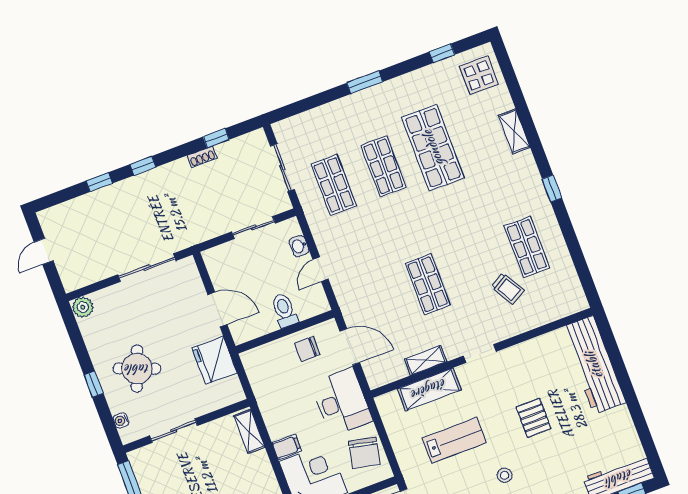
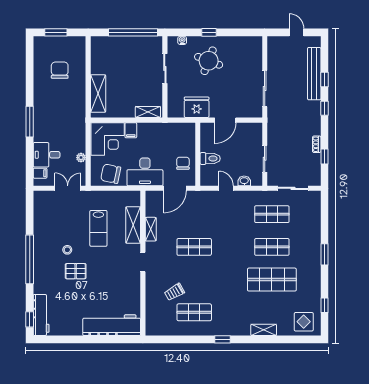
bench: (96, 201) -> (314, 74), added
plant: (83, 307) -> (256, 43), removed
pallet: (534, 418) -> (76, 271), moved

